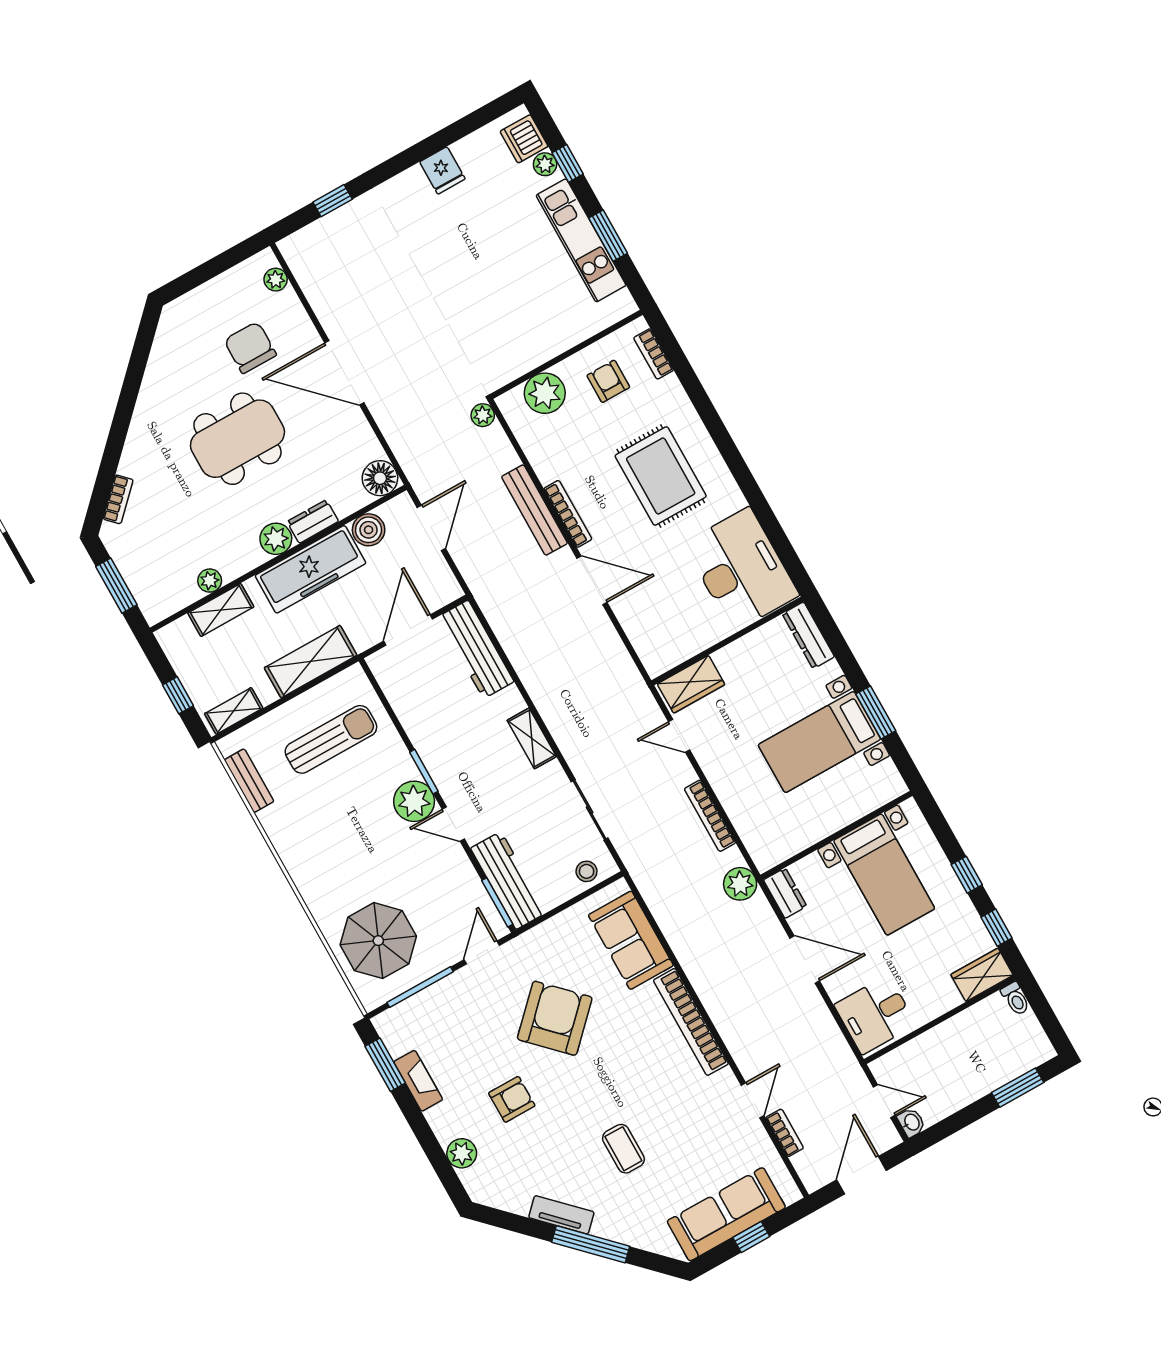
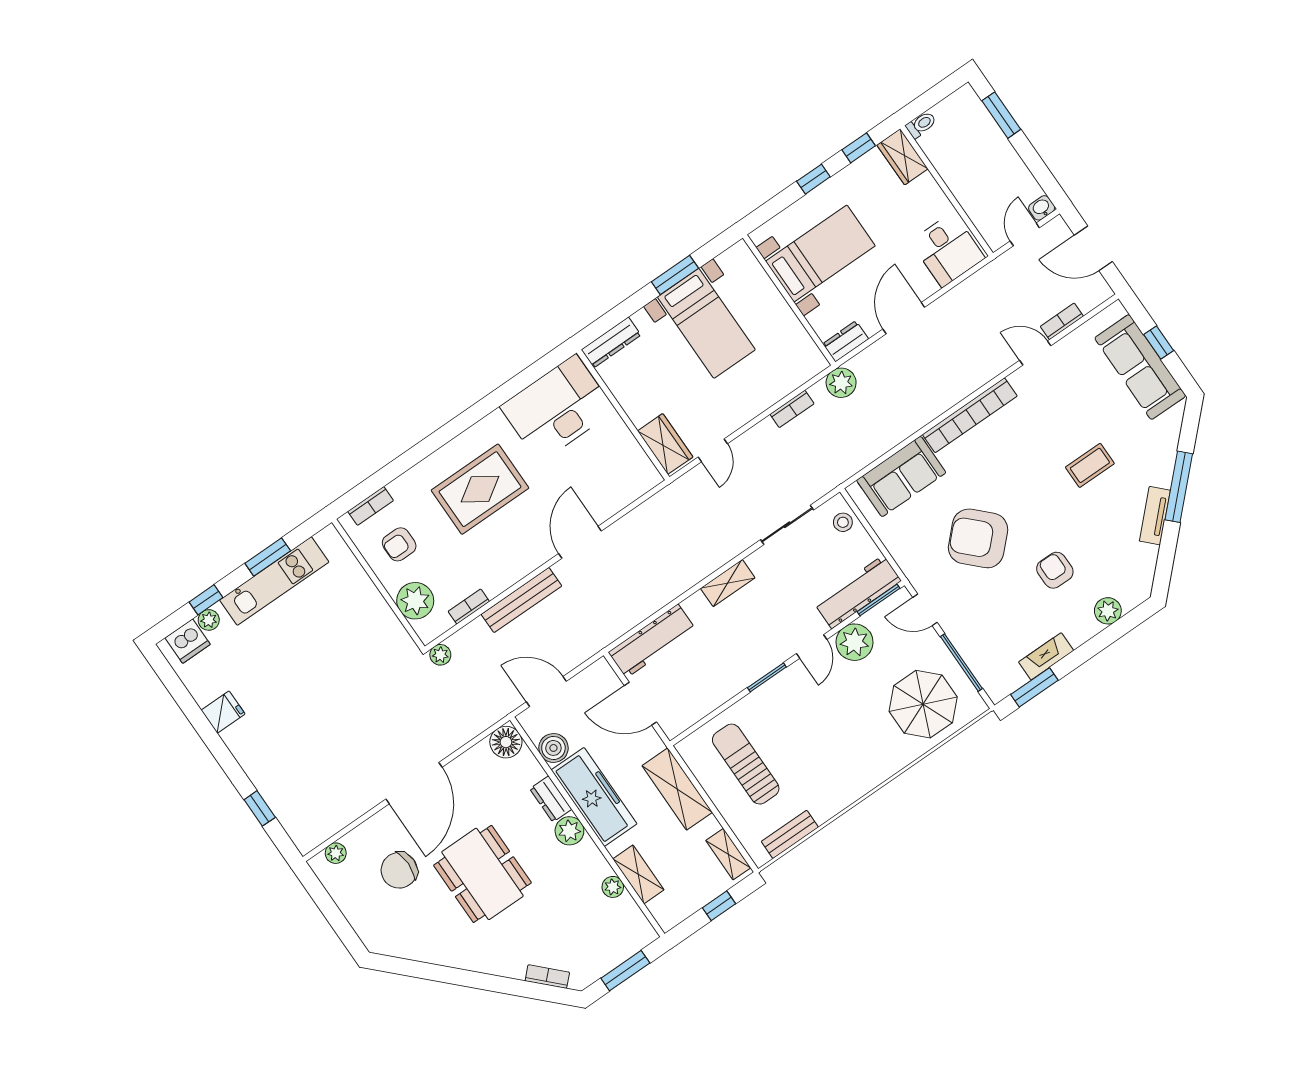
bookcase: (568, 514) -> (469, 606), moved, width x0.64
plant: (414, 801) -> (854, 642), moved
bookcase: (710, 816) -> (792, 409), width x0.64

